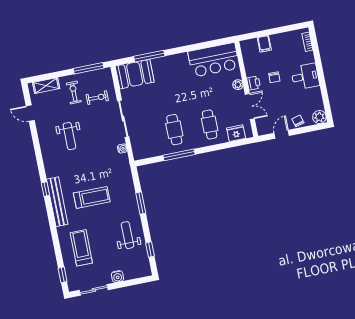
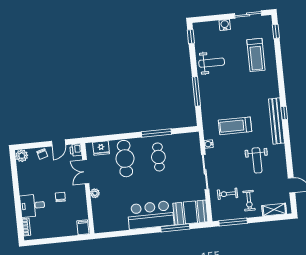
filing cabinet: (264, 44) -> (83, 227), moved
bar counter: (214, 60) -> (151, 215), moved
desk: (305, 77) -> (32, 206), moved
printer: (253, 83) -> (76, 150), moved
cafe table: (210, 124) -> (125, 159), width x1.37, depth x1.35
weight bench: (69, 136) -> (257, 160), turned 180
treadmill: (92, 197) -> (235, 126), moved
bench: (57, 202) -> (276, 121), moved
window: (141, 203) -> (196, 91), width x1.44
weight bench: (127, 235) -> (212, 63), turned -90
window: (150, 250) -> (191, 37), moved

